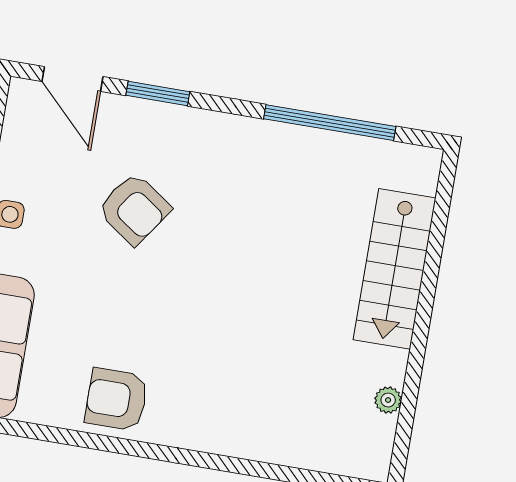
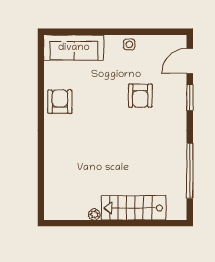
armchair: (134, 209) -> (140, 96), turned -35
plant: (388, 400) -> (94, 214), moved

